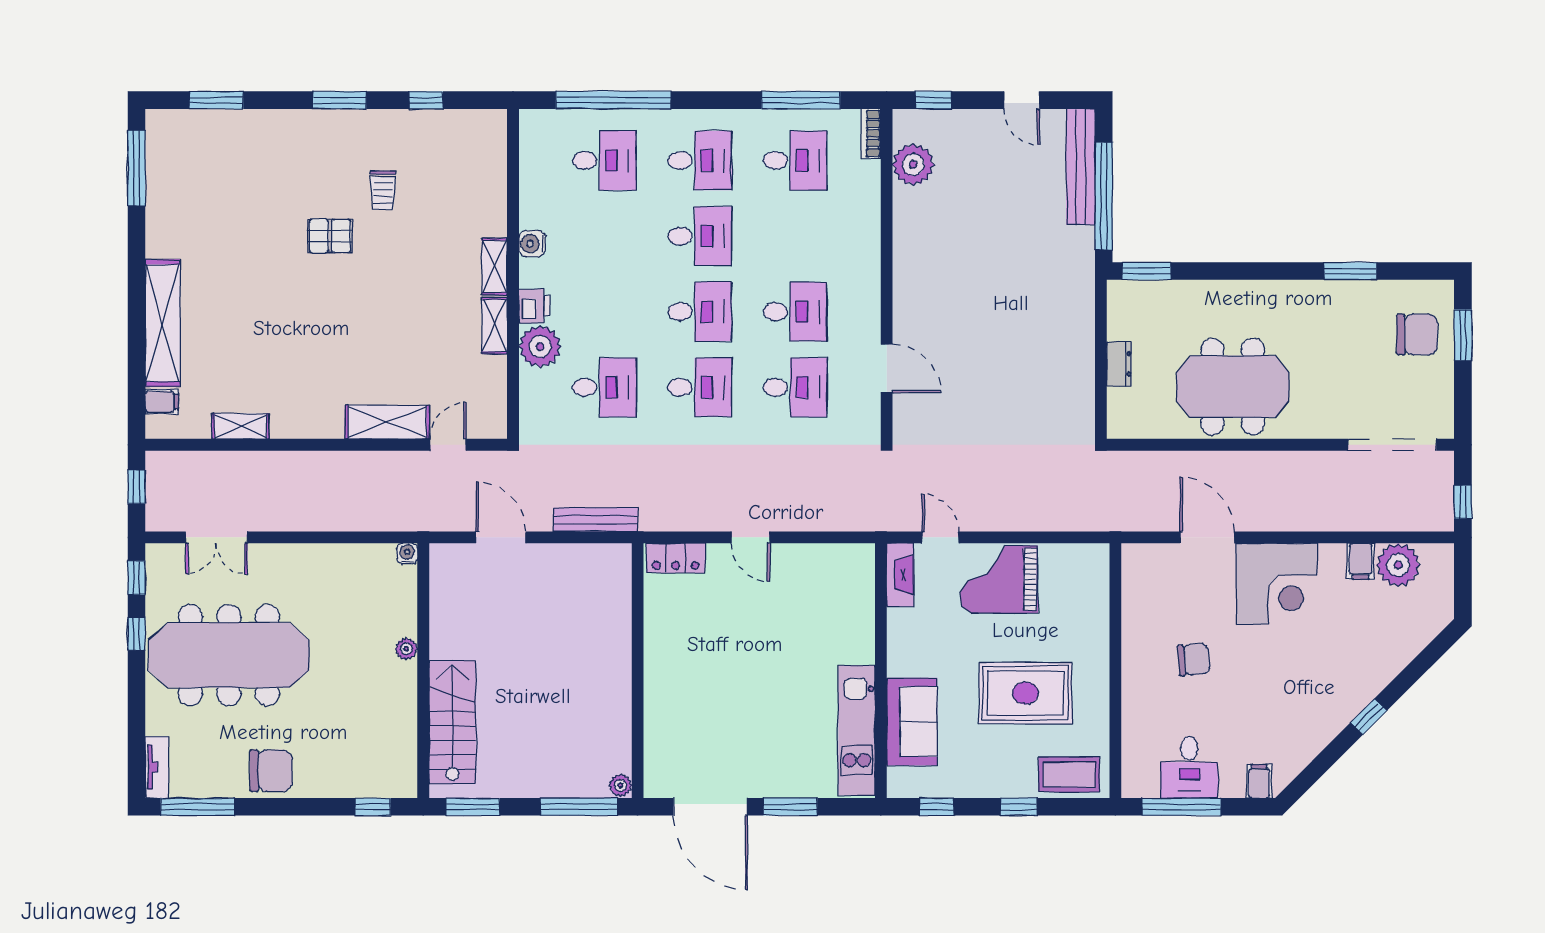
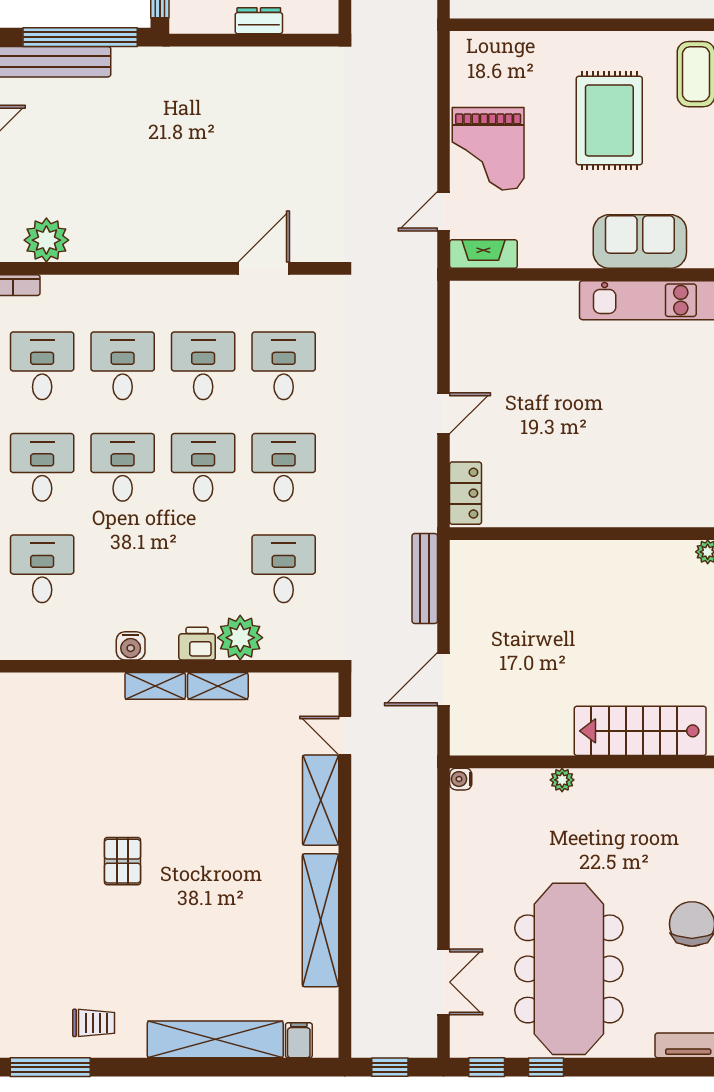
trolley: (383, 190) -> (94, 1023), moved
desk: (795, 236) -> (123, 366), added
shelving: (240, 426) -> (321, 920), width x2.20, depth x1.33

